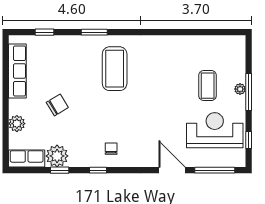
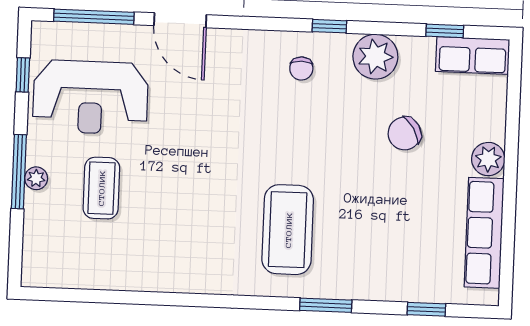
chair: (57, 105) -> (405, 133), moved
plant: (17, 124) -> (488, 159), moved
plant: (57, 156) -> (375, 57), moved
window: (60, 170) -> (445, 31), moved

